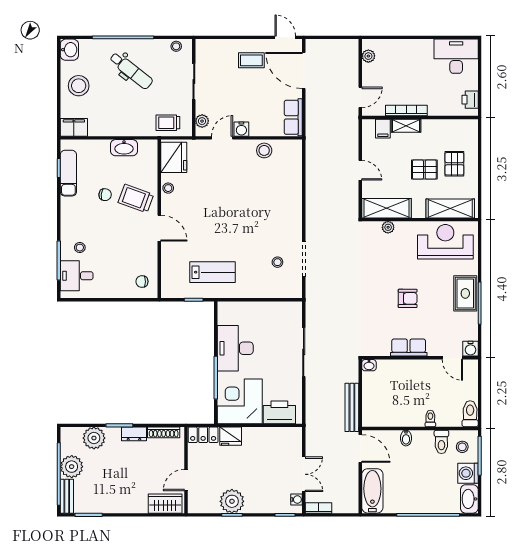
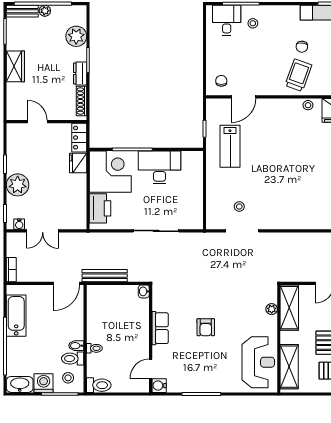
door: (159, 228) -> (244, 97), moved
rug: (465, 293) -> (210, 381), removed
bidet: (406, 438) -> (76, 346), moved
plant: (72, 467) -> (45, 11), width x0.53, depth x0.53
bathtub: (372, 491) -> (16, 316), moved, turned -90
plant: (232, 501) -> (18, 185), moved
wardrobe: (165, 504) -> (15, 66), moved
bookcase: (318, 508) -> (11, 270), moved

